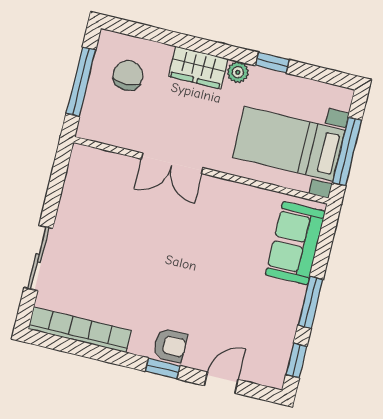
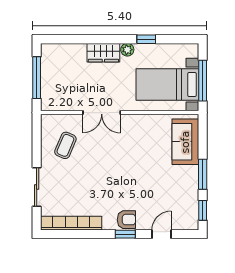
chair: (128, 75) -> (63, 67), removed
coffee table: (101, 202) -> (65, 145), added

